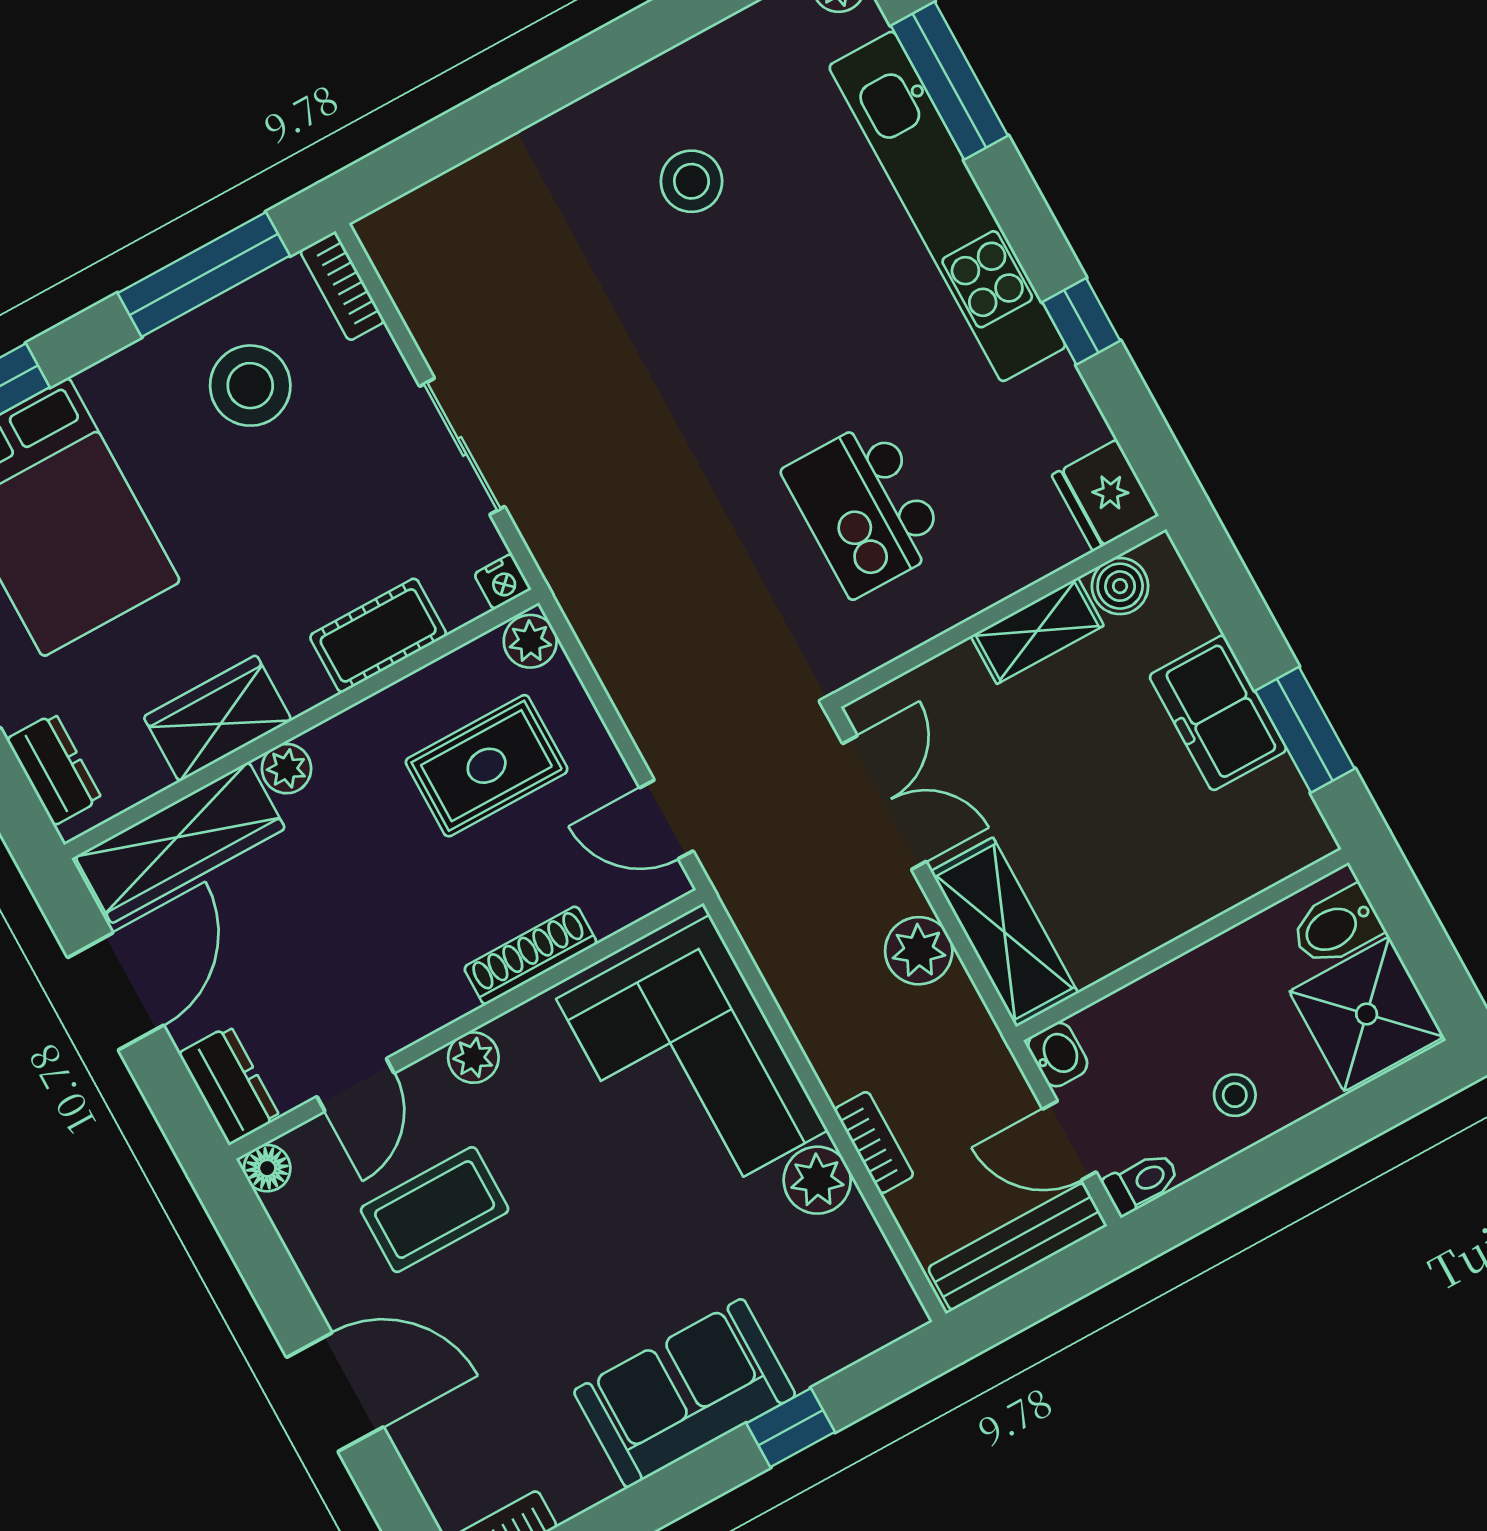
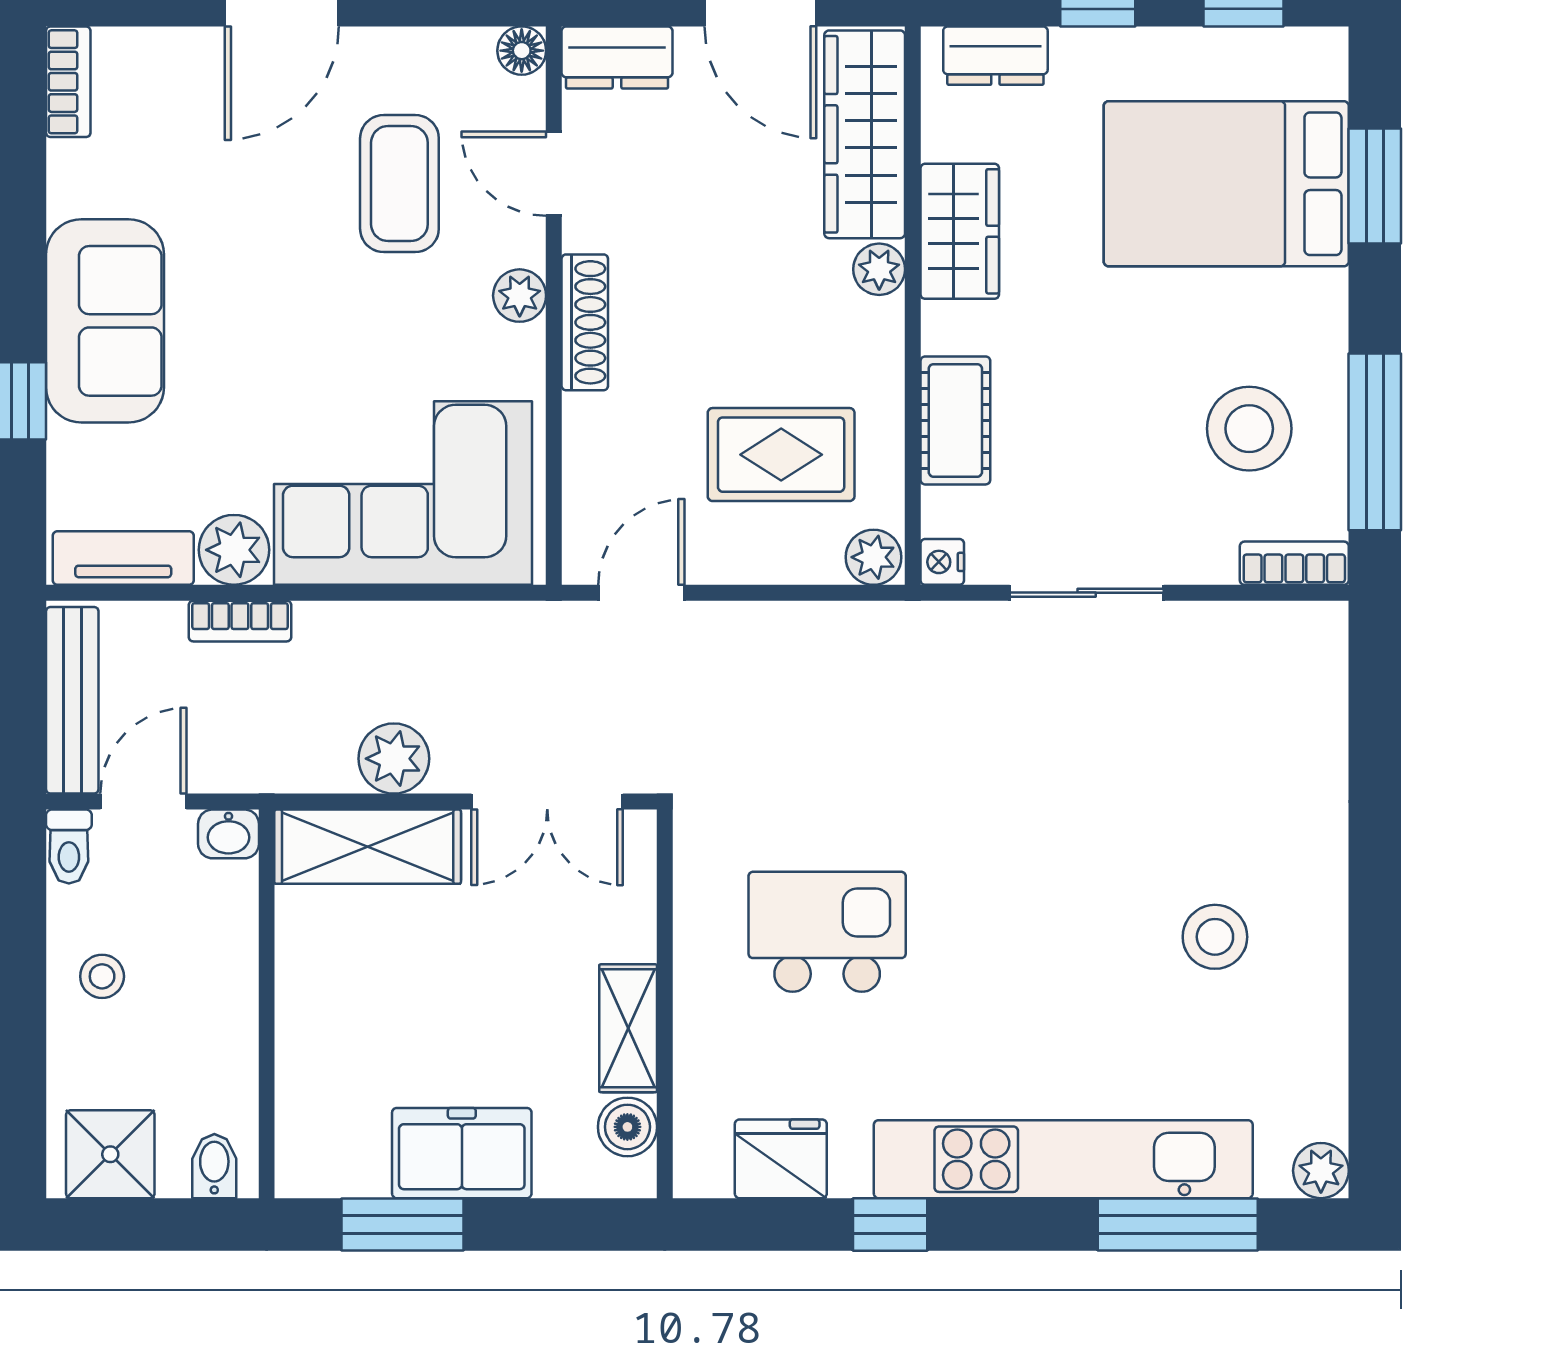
fridge: (1105, 495) -> (781, 1159), moved
rug: (487, 766) -> (781, 455), turned 90
bidet: (1336, 926) -> (214, 1166), width x0.72, depth x0.74
shoe rack: (530, 955) -> (585, 322), moved
shower: (1367, 1014) -> (110, 1154), width x0.73, depth x0.73
tv unit: (875, 1269) -> (123, 558), added

